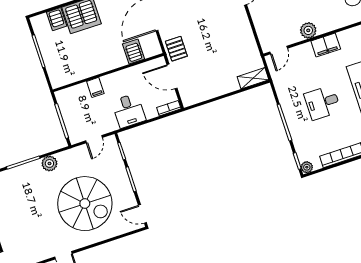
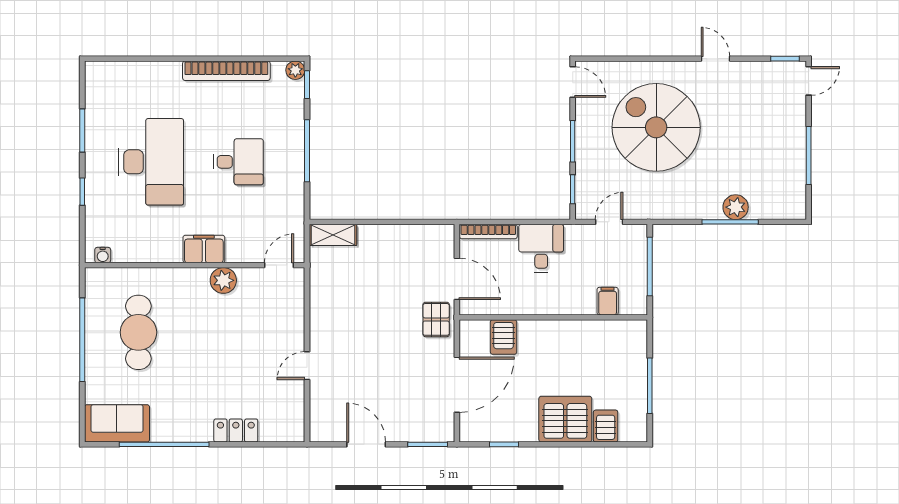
filing cabinet: (95, 87) -> (608, 301), moved
bookcase: (169, 108) -> (488, 232), width x1.56
plant: (49, 163) -> (736, 207), moved

